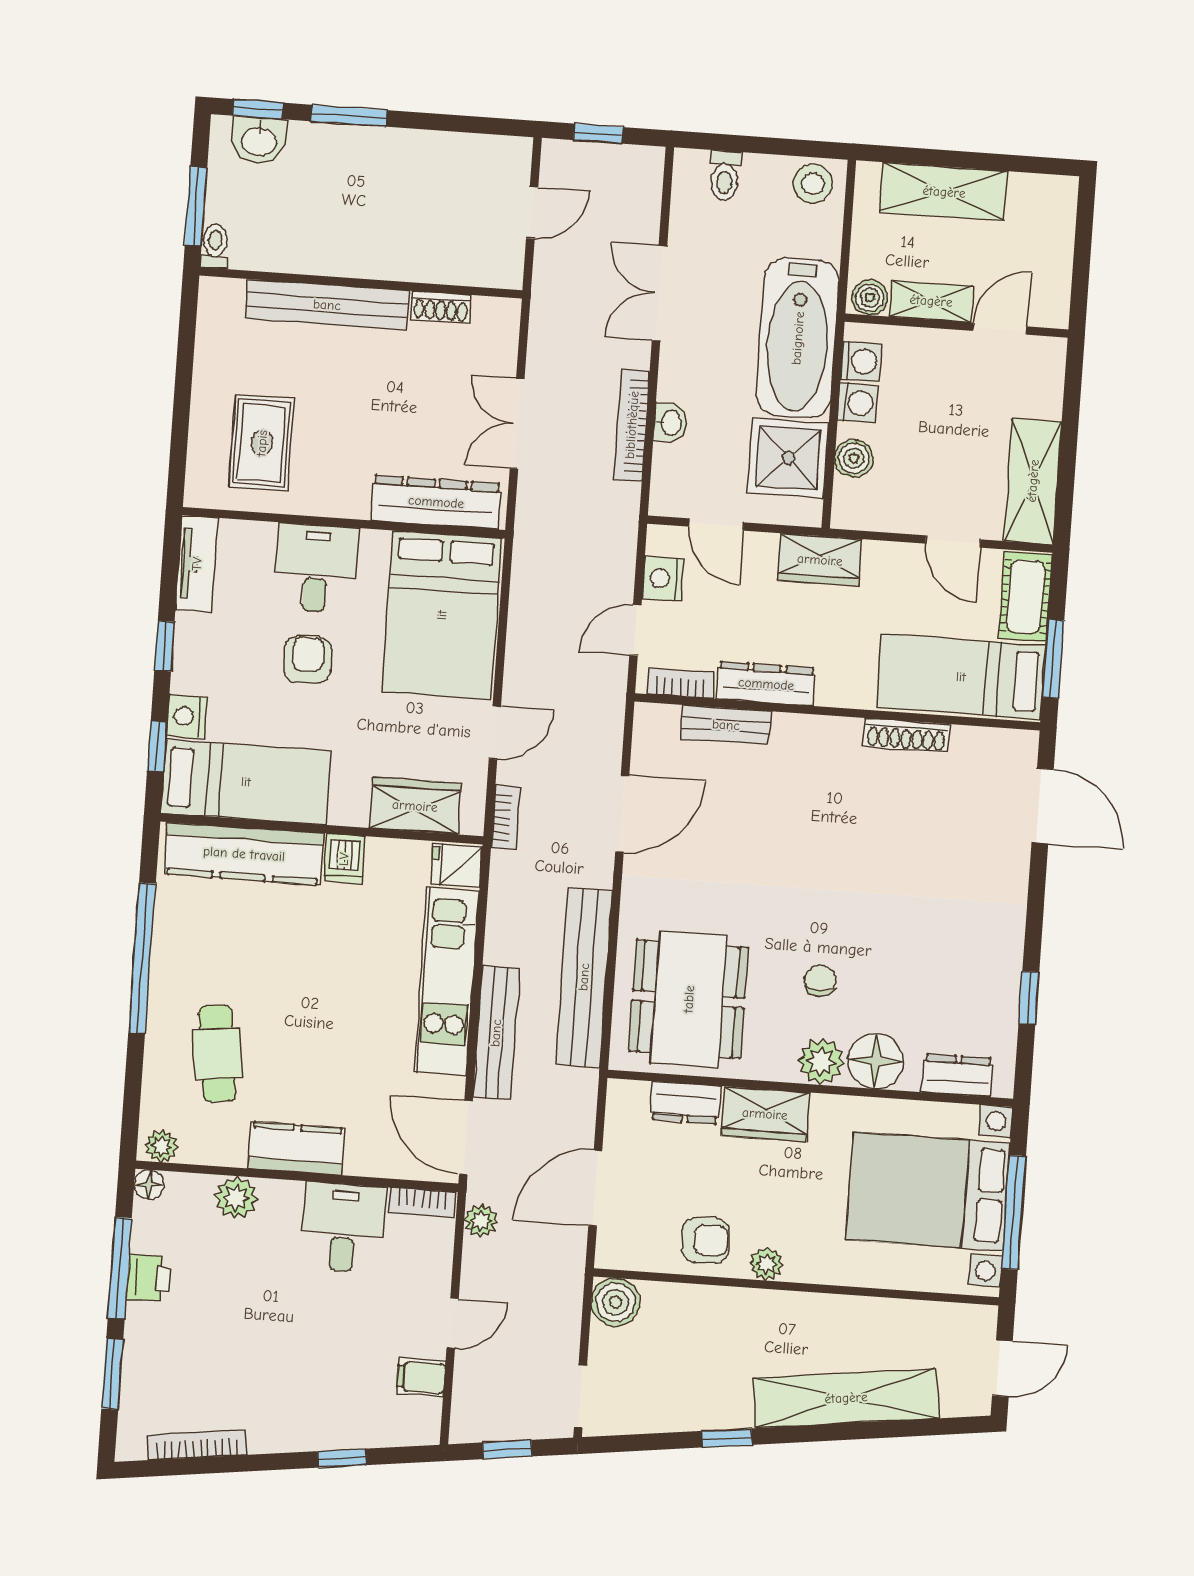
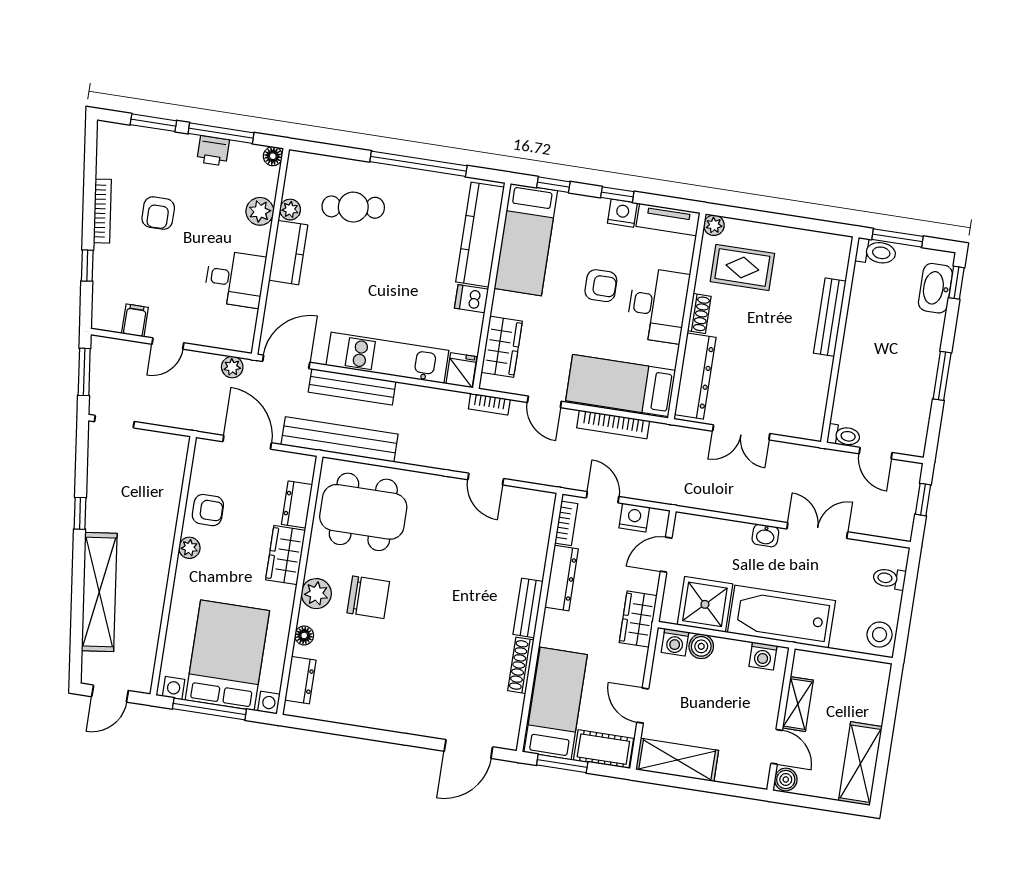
window: (349, 116) -> (942, 376), moved
washbasin: (259, 140) -> (935, 288), width x1.38
shelving: (944, 192) -> (860, 764), moved
toilet: (215, 246) -> (876, 252), width x1.37, depth x1.39
toilet: (509, 264) -> (844, 436), added
boiler: (870, 298) -> (786, 779), moved
bench: (327, 305) -> (830, 317), width x0.73, depth x0.82
shoe rack: (441, 307) -> (699, 313), moved, turned 180
washing machine: (858, 403) -> (675, 642), moved
washbasin: (670, 423) -> (765, 536), moved
double door: (517, 424) -> (741, 432), swing flipped
bookcase: (632, 425) -> (613, 424), moved, turned 180
plant: (200, 492) -> (714, 225), added
door: (953, 541) -> (643, 706), hinge flipped
desk: (316, 568) -> (658, 305), width x1.37
bed: (442, 615) -> (621, 386), width x0.67
nightstand: (187, 716) -> (622, 213), moved
bench: (726, 725) -> (528, 608), moved
door: (622, 814) -> (486, 479), width x0.73
bench: (584, 977) -> (340, 439), moved
chair: (820, 981) -> (368, 597), width x1.87, depth x1.87
window: (1029, 998) -> (346, 730), removed
floor lamp: (876, 1061) -> (304, 635), width x0.53, depth x0.53
plant: (161, 1146) -> (290, 210), moved
bookcase: (422, 1202) -> (247, 330), removed
armchair: (705, 1240) -> (208, 510), turned -88
boiler: (615, 1302) -> (173, 449), removed
door: (453, 1323) -> (168, 344), hinge flipped
armchair: (252, 1355) -> (158, 213), added
door: (1002, 1368) -> (110, 694), hinge flipped
bookcase: (197, 1445) -> (102, 211), moved
window: (507, 1449) -> (84, 372), width x1.50

